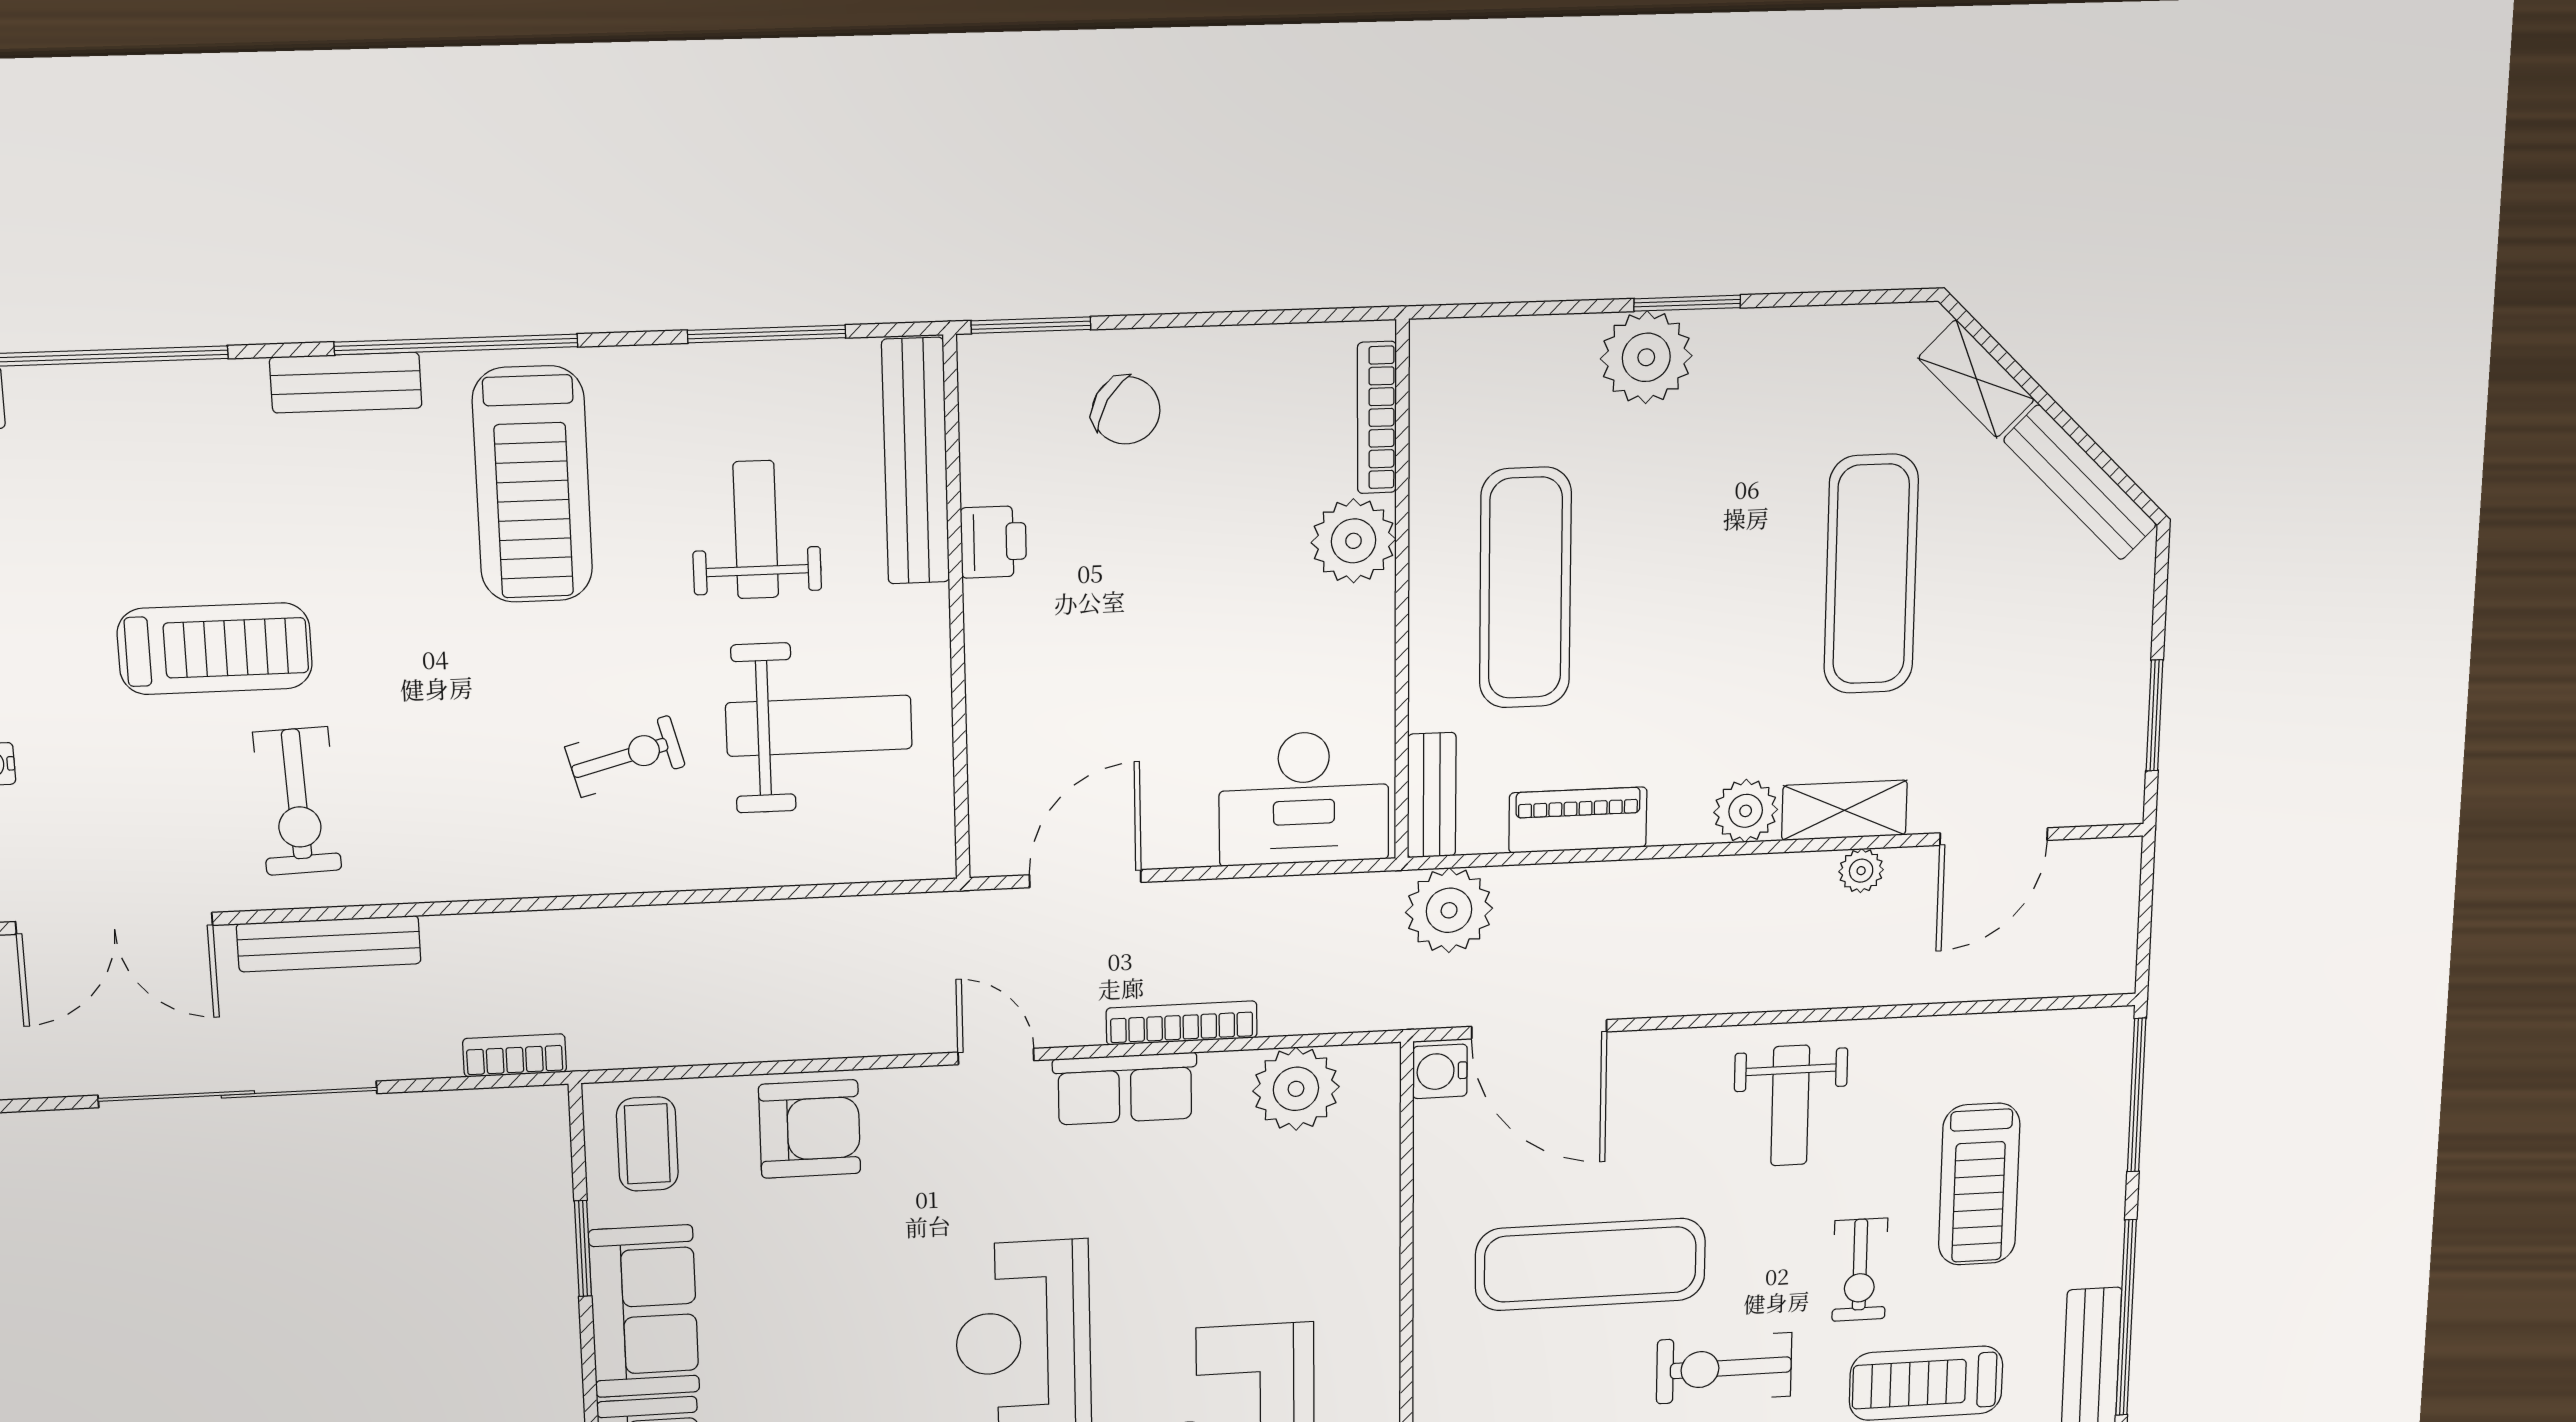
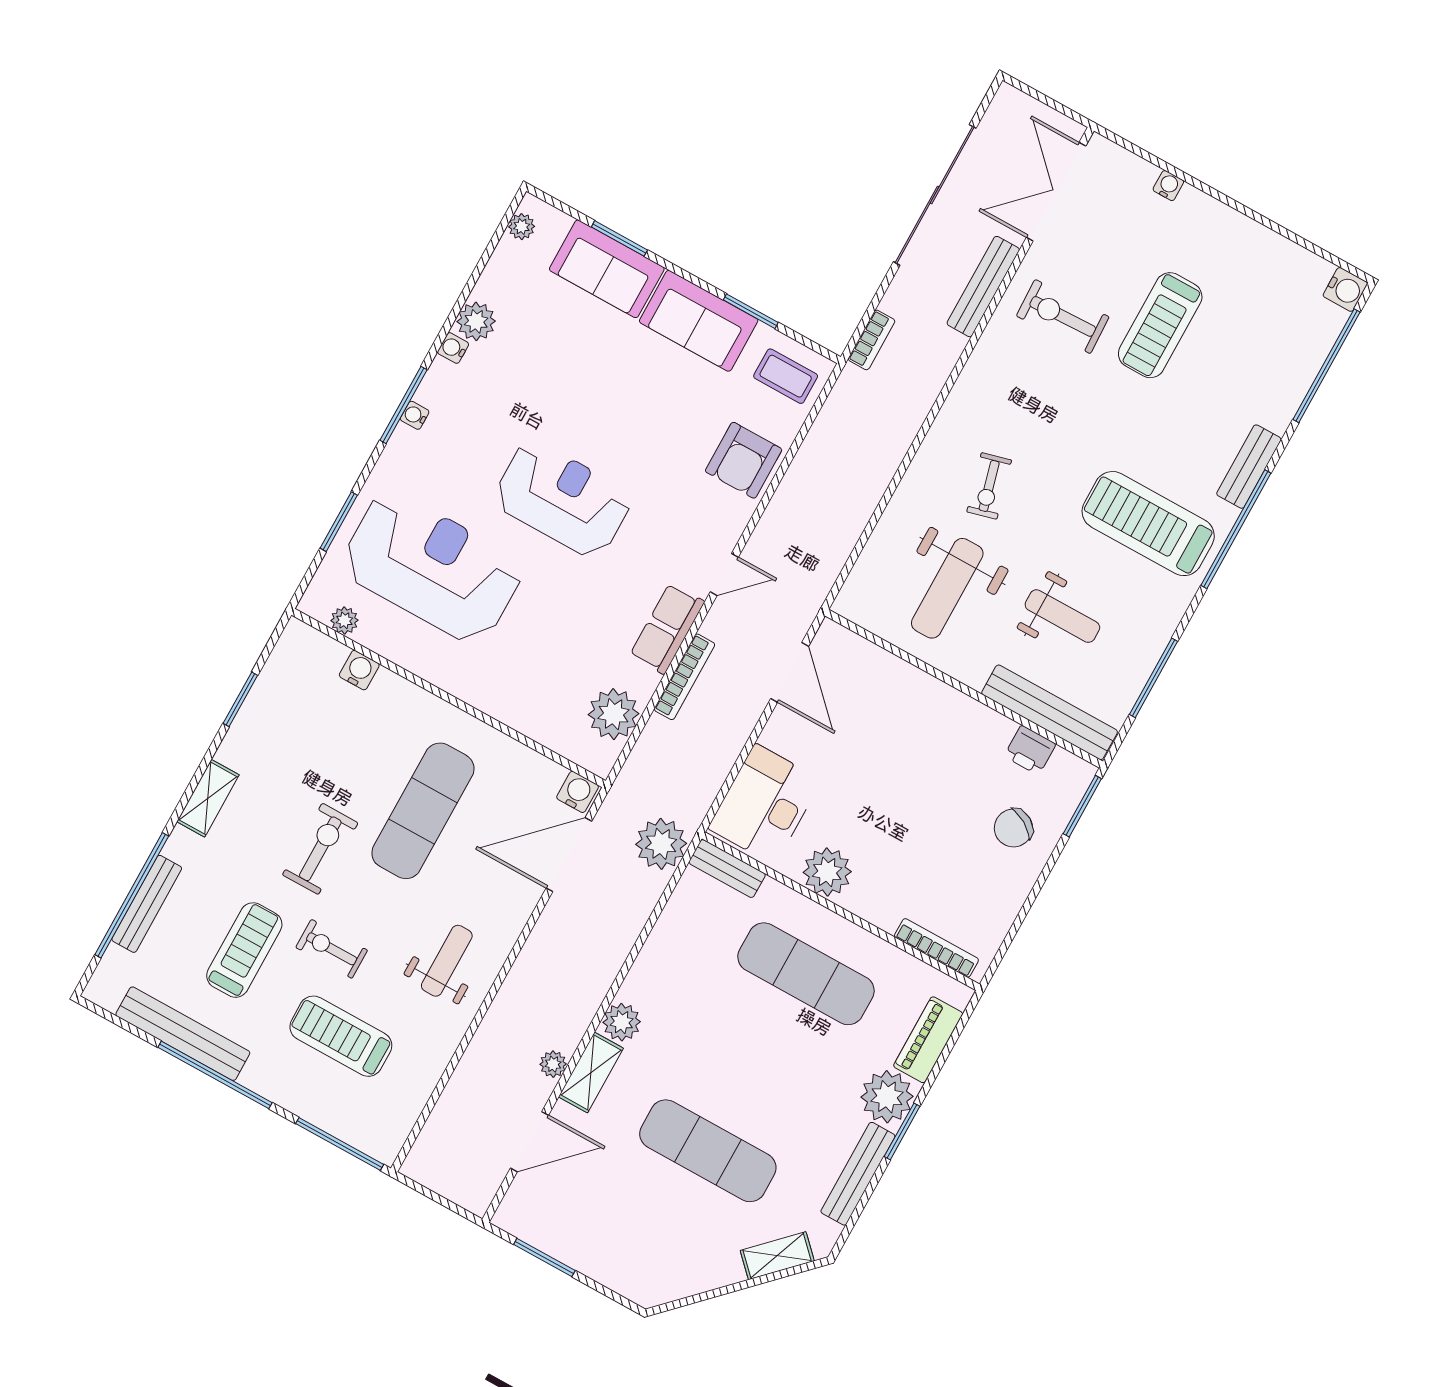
bench: (2080, 482) -> (858, 1174), moved, turned -45
plant: (1354, 541) -> (827, 872), moved
printer: (993, 542) -> (1030, 750), moved
piano: (1578, 820) -> (928, 1040), moved, turned 180
door: (1994, 837) -> (529, 1142), swing flipped
weight bench: (1790, 1106) -> (447, 961), turned 90

